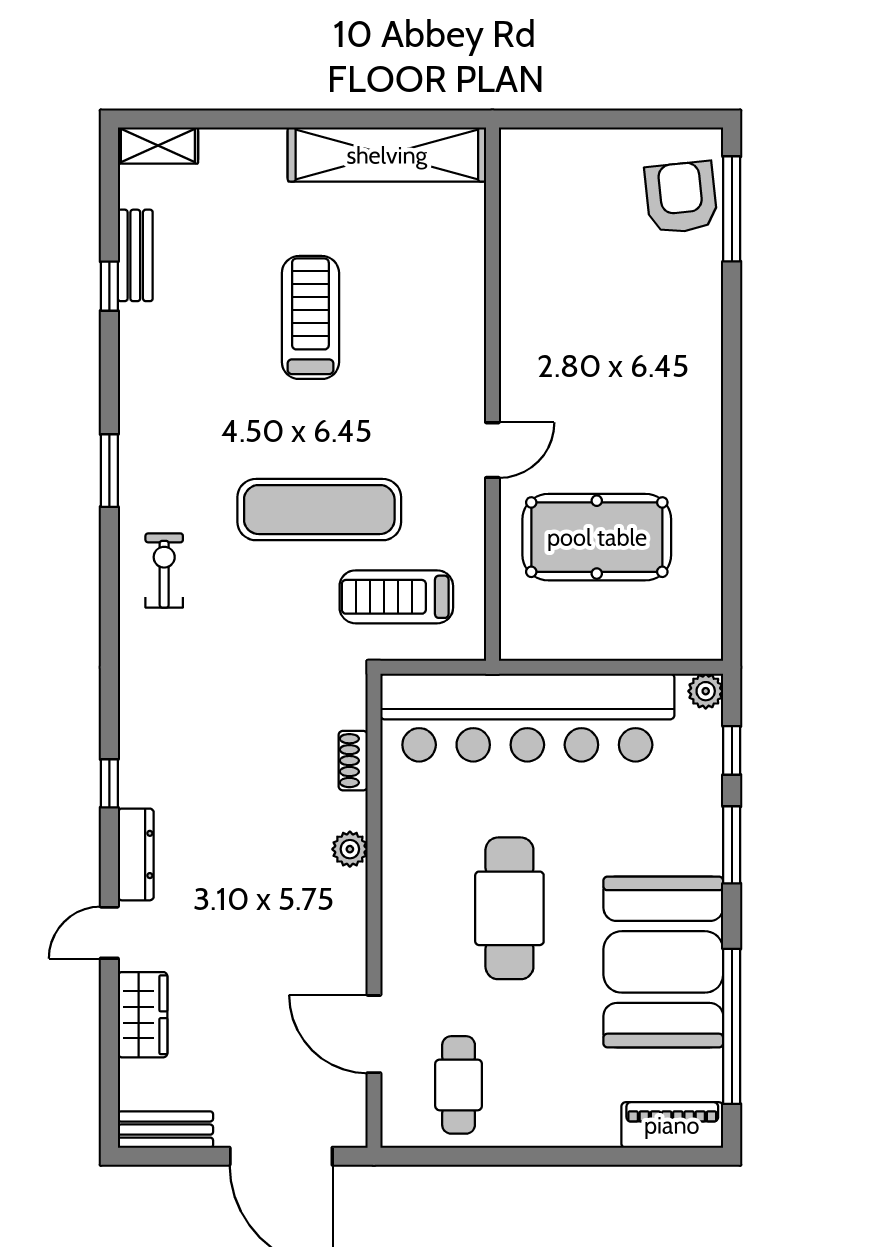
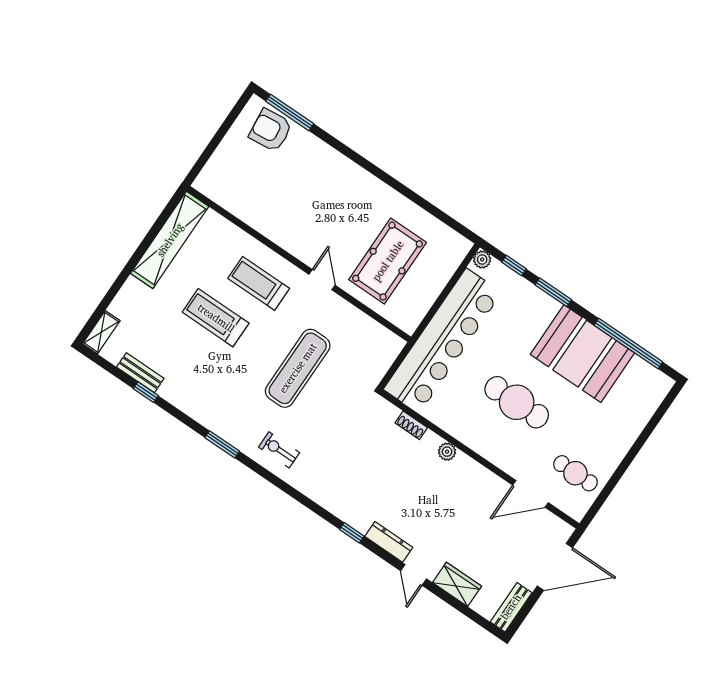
treadmill: (396, 597) -> (259, 283), moved, turned 90
piano: (672, 1125) -> (652, 396), removed

